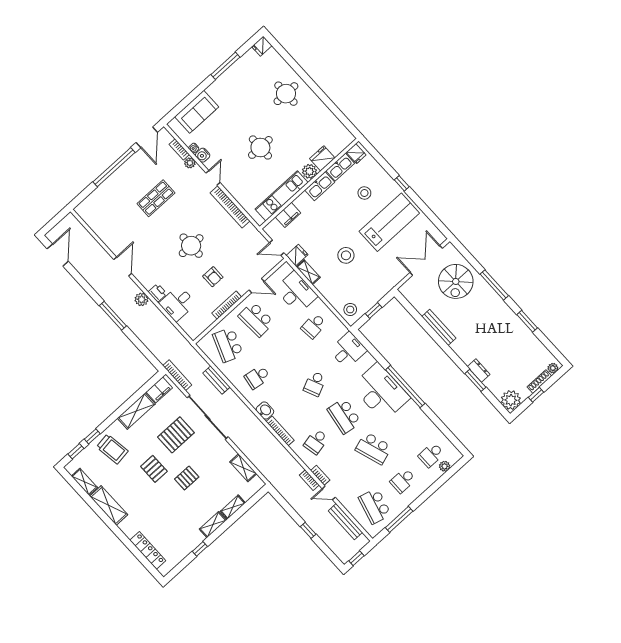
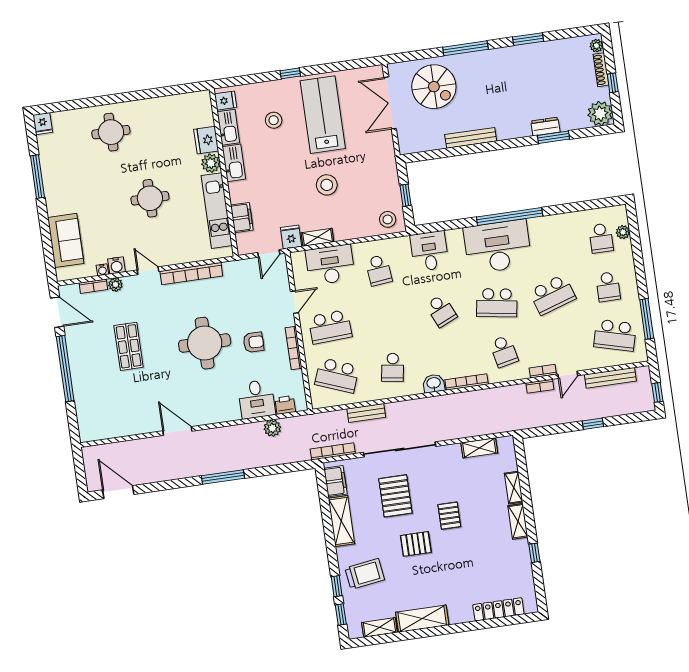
round table: (191, 246) -> (205, 343), width x1.36, depth x1.36
printer: (158, 293) -> (285, 405), moved
plant: (142, 299) -> (272, 428), moved

